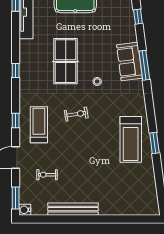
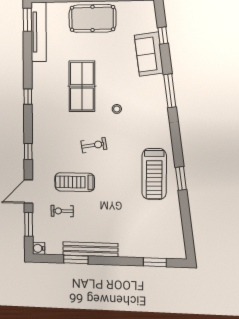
sofa: (129, 62) -> (149, 54), moved
treadmill: (39, 125) -> (75, 182), moved, turned -90
window: (16, 198) -> (29, 224), moved
window: (60, 219) -> (76, 260), added
window: (132, 219) -> (155, 262), added

